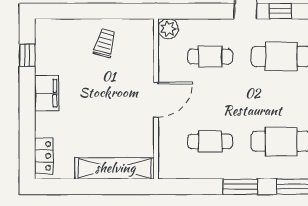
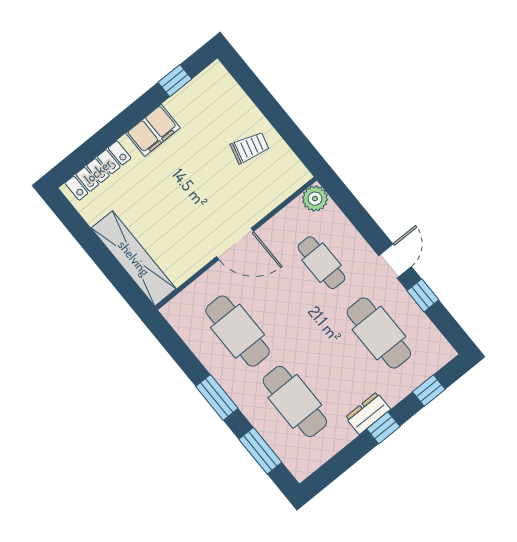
cafe table: (210, 141) -> (238, 331), width x1.37, depth x1.35
locker: (44, 156) -> (98, 171), width x1.53

